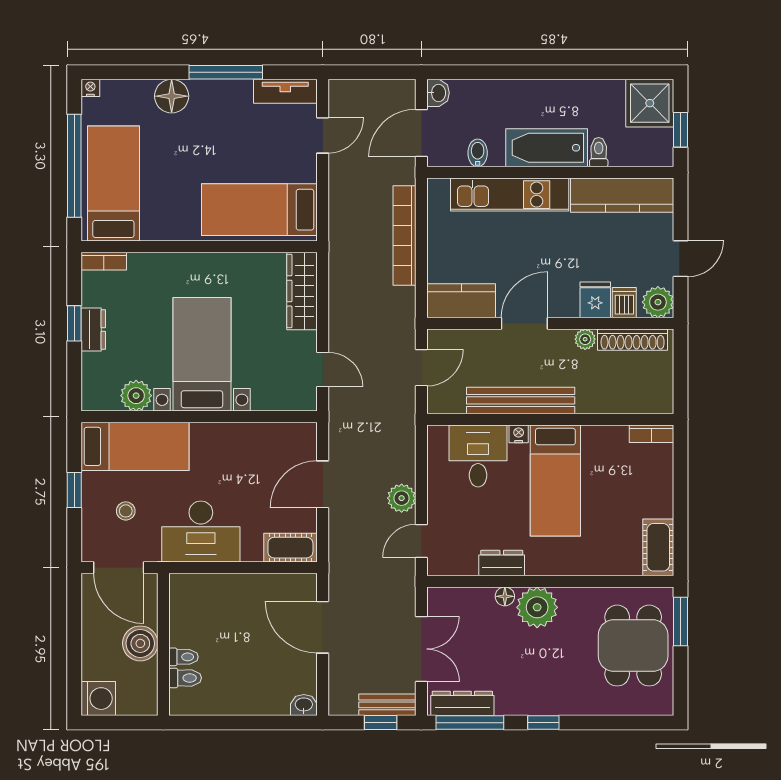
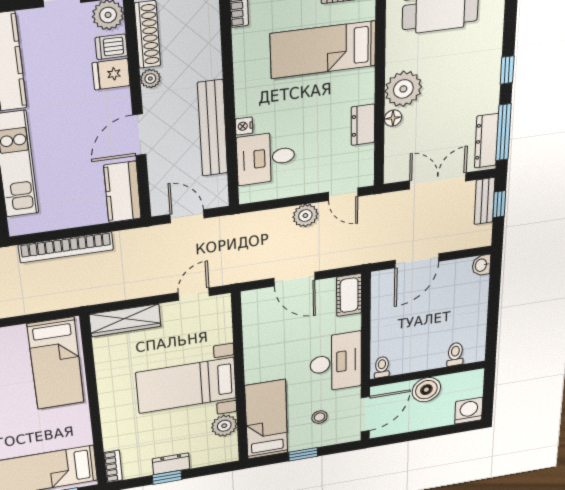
door: (524, 323) -> (139, 135), hinge flipped
bed: (555, 480) -> (323, 50), moved, turned 180
toilet: (184, 657) -> (382, 367), moved

